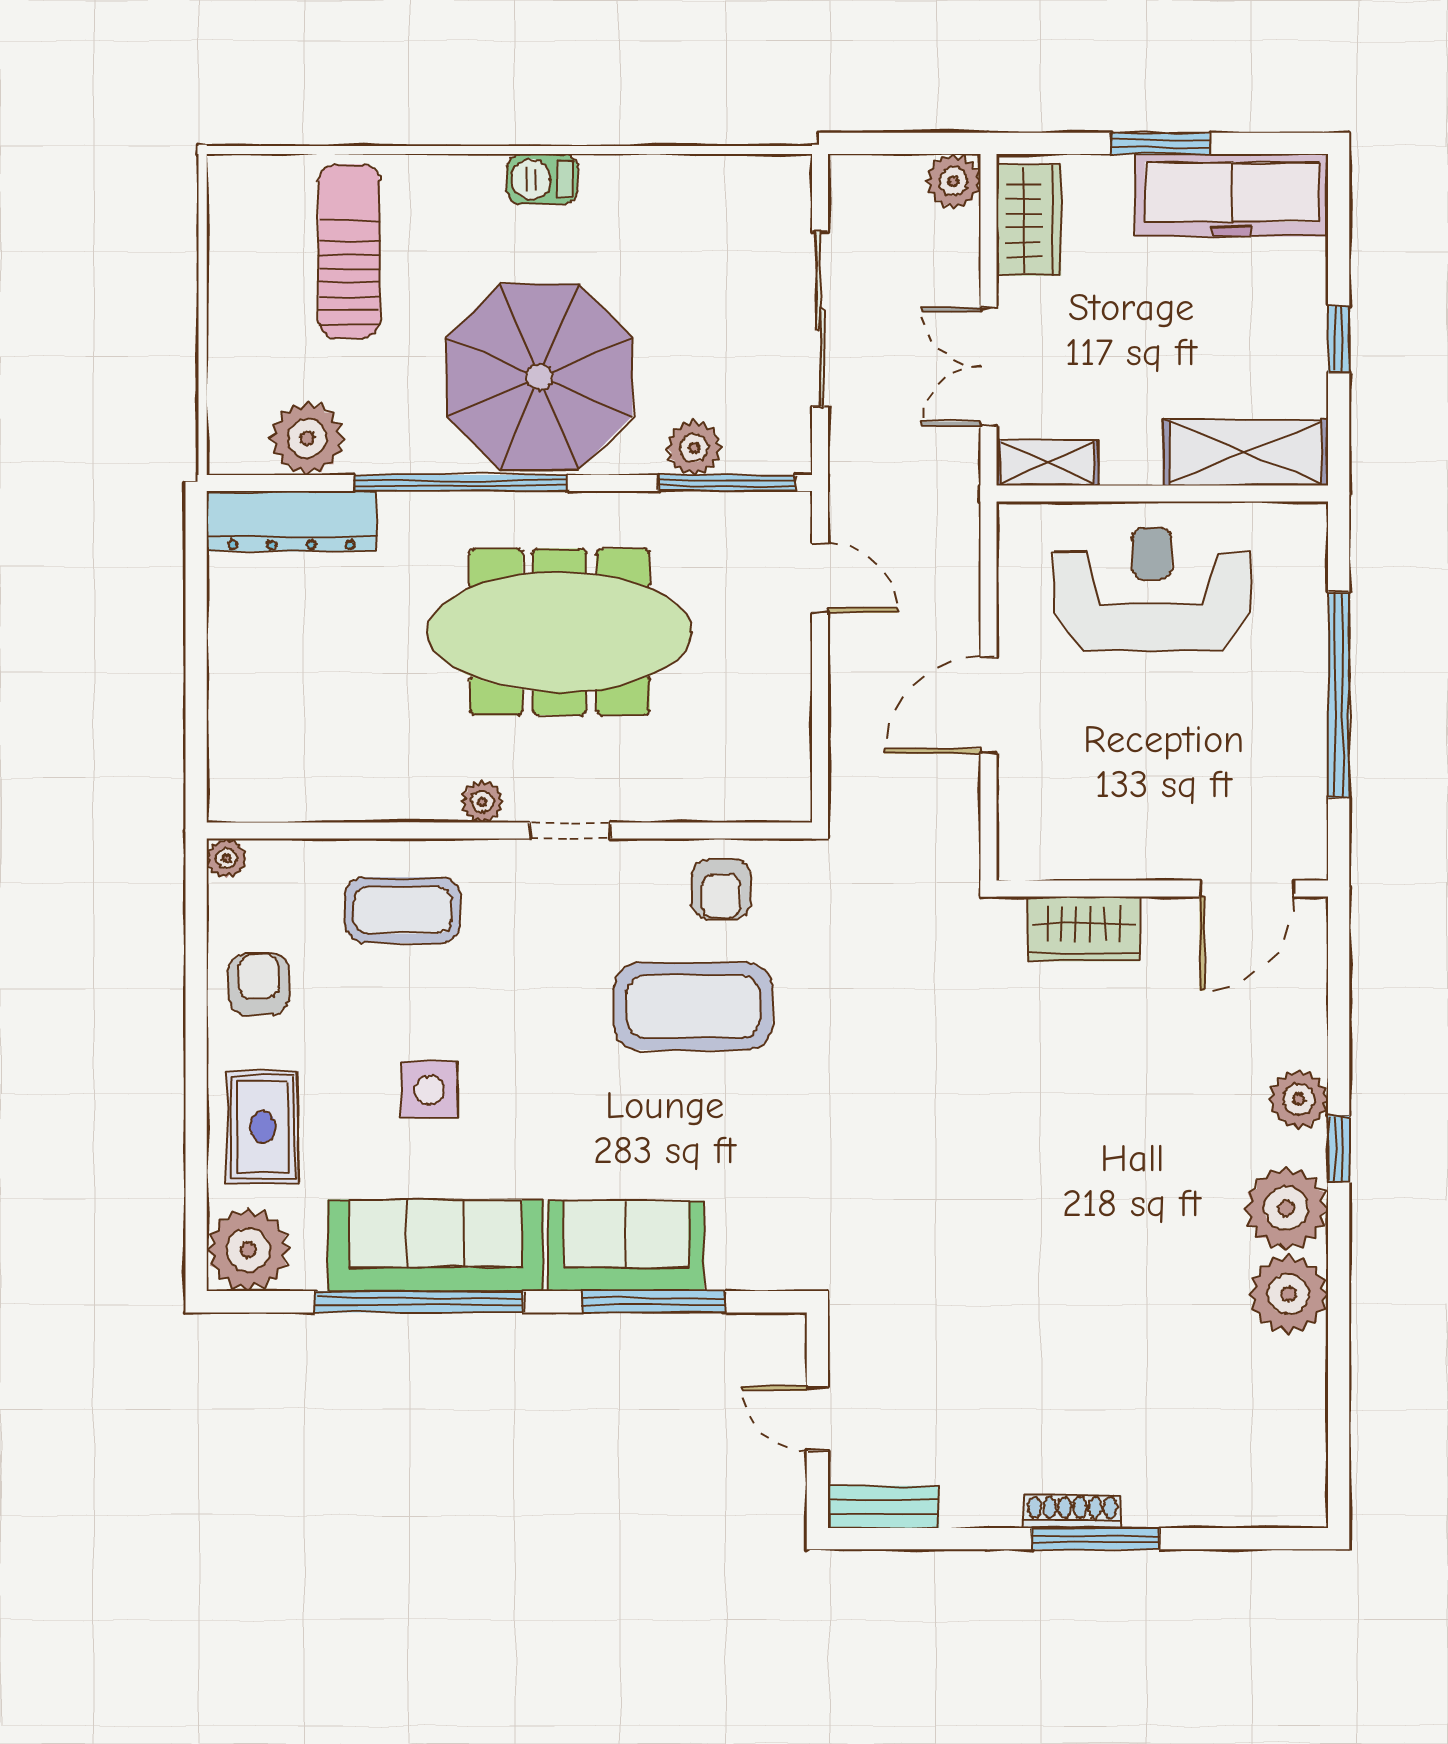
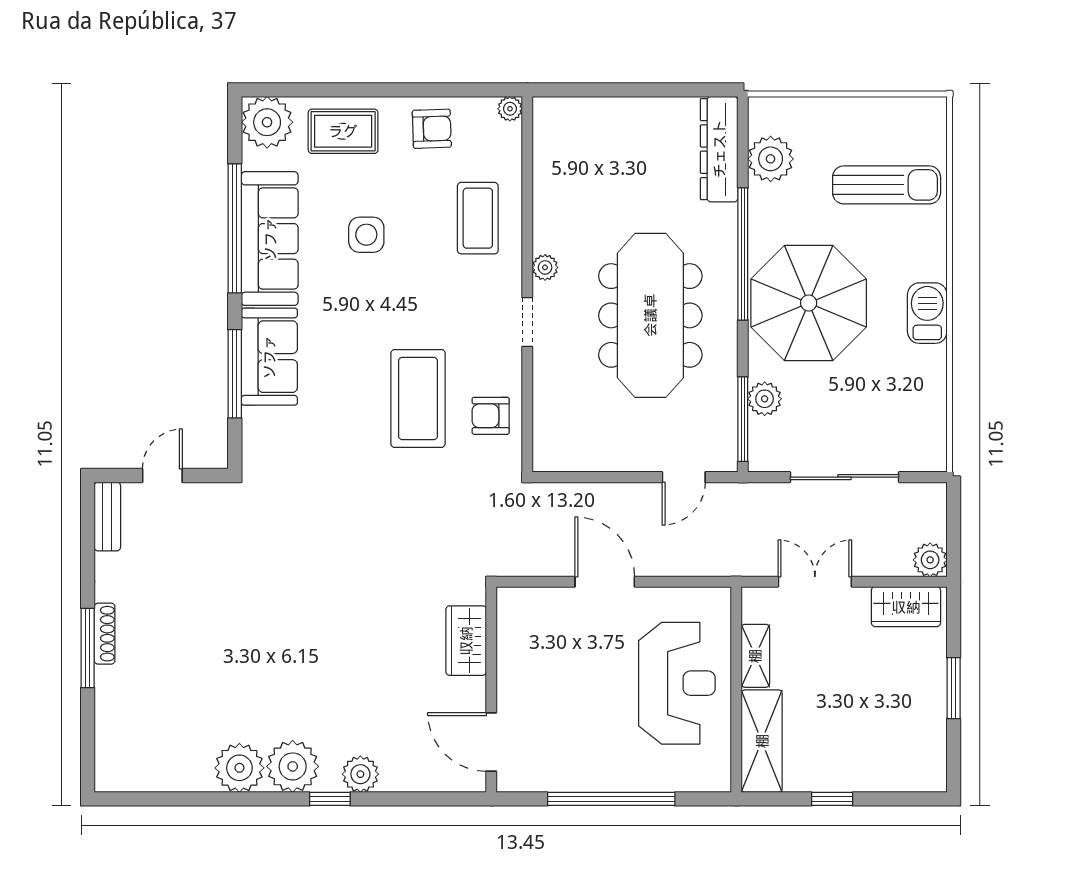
barbecue: (542, 179) -> (927, 313), width x1.38, depth x1.27
freezer: (1232, 195) -> (921, 733), removed
shelving: (1047, 463) -> (755, 656), moved

